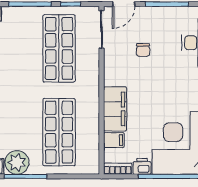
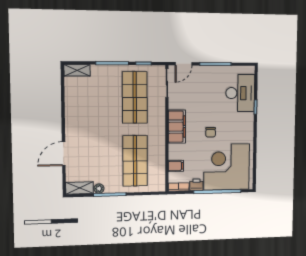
chair: (143, 50) -> (211, 132), moved
filing cabinet: (115, 109) -> (177, 127), moved
plant: (17, 162) -> (99, 189), width x0.53, depth x0.53

